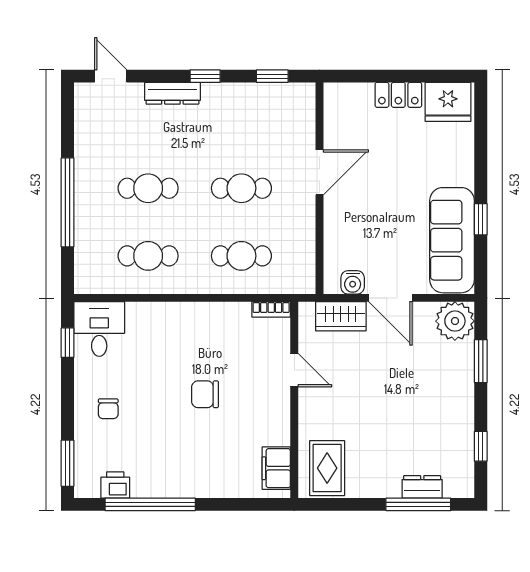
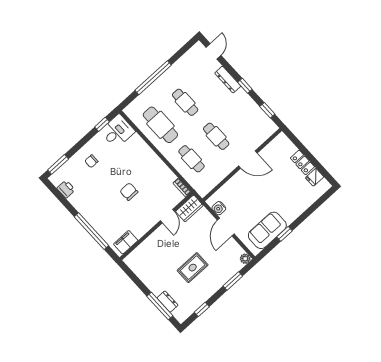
fridge: (448, 102) -> (315, 177), width x0.53, depth x0.75
sofa: (452, 240) -> (267, 230), width x0.73
cafe table: (148, 256) -> (160, 125), width x1.37, depth x1.35
wardrobe: (341, 316) -> (189, 208), moved, turned -90
plant: (455, 321) -> (245, 259), width x0.53, depth x0.53
rug: (327, 468) -> (193, 268), moved
window: (150, 504) -> (91, 231), moved

